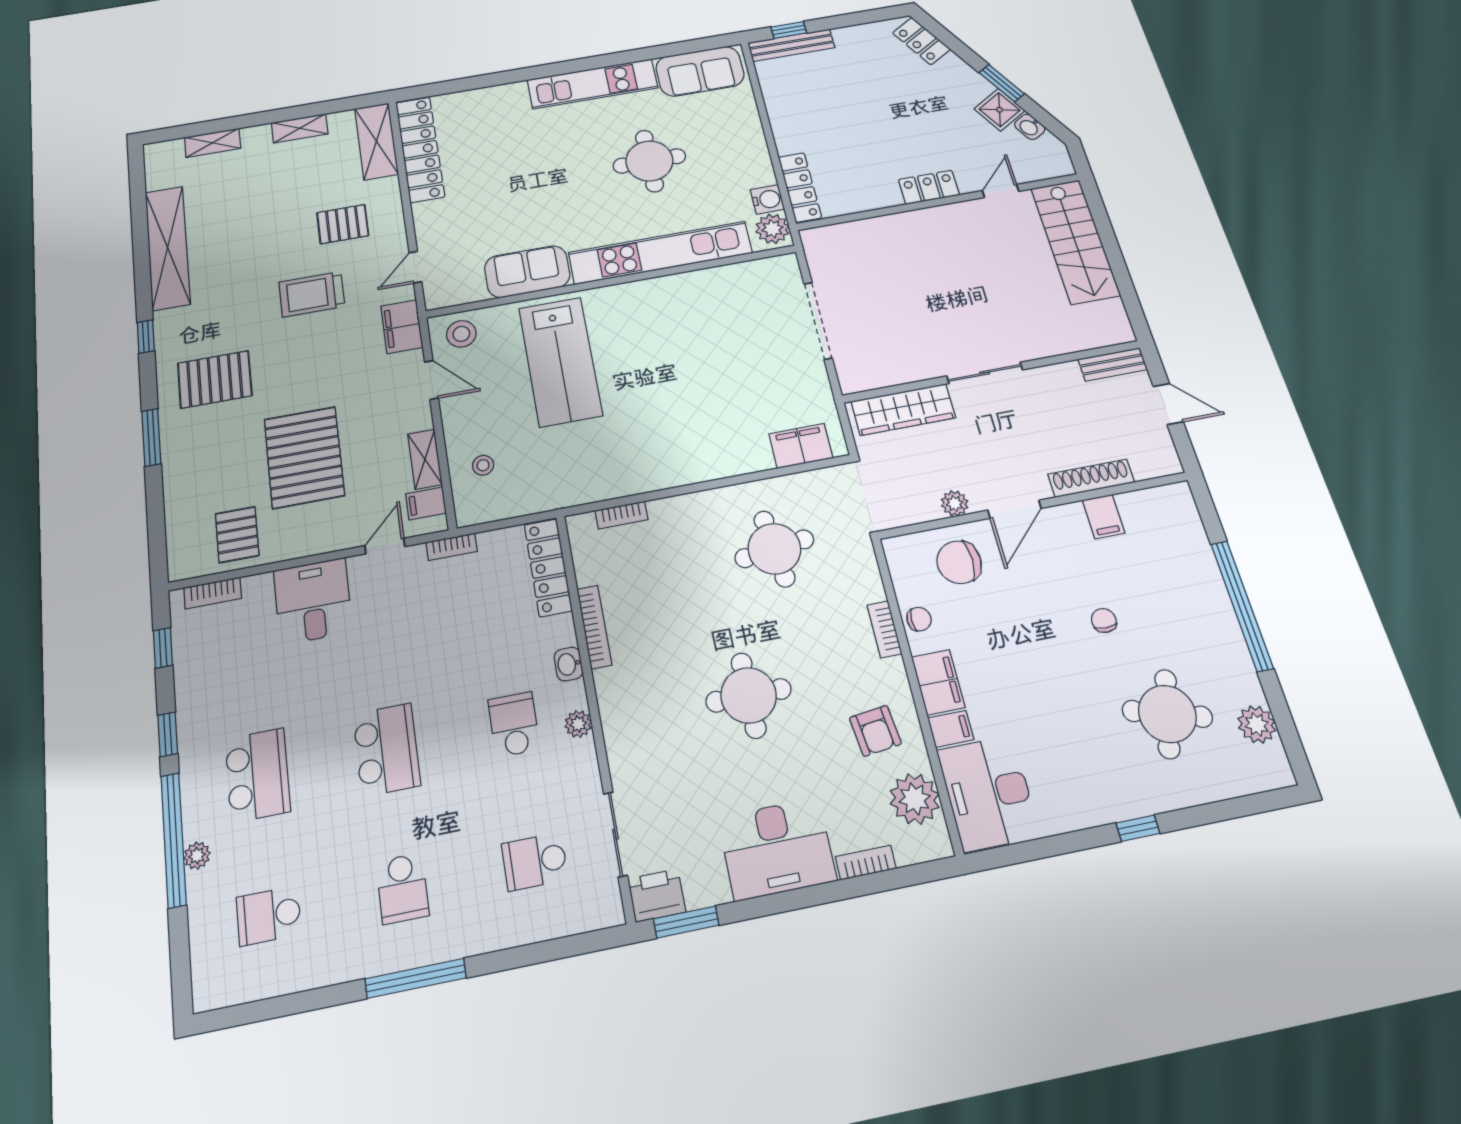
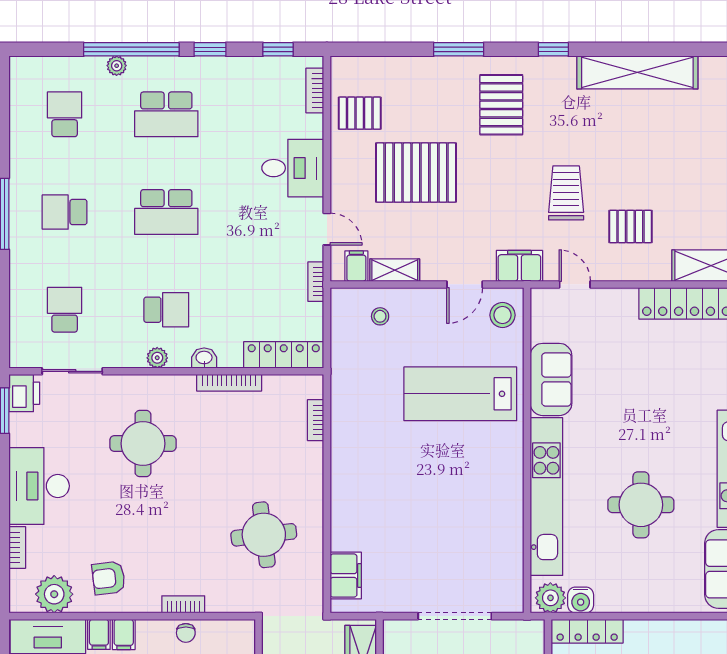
pallet: (343, 224) -> (630, 226), turned 90
filing cabinet: (938, 682) -> (124, 634), width x0.50
round table: (749, 695) -> (143, 444), moved

